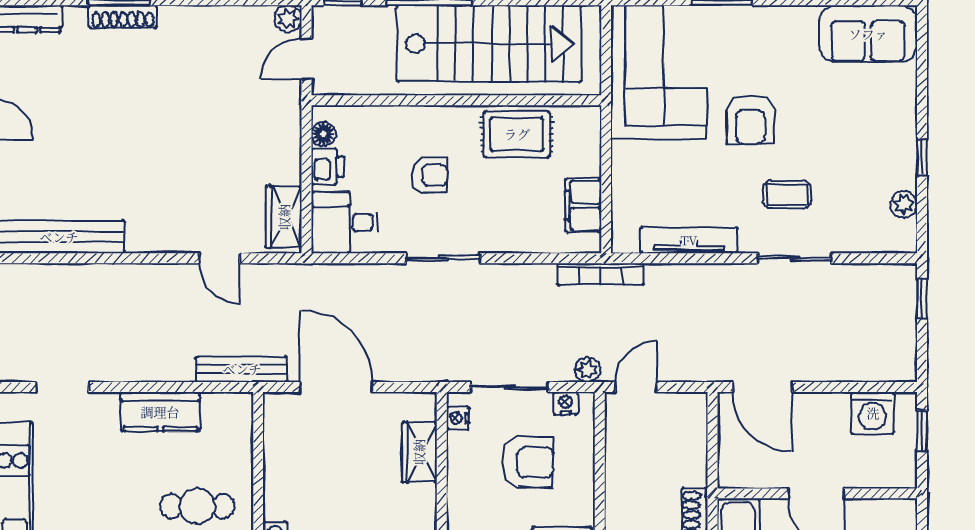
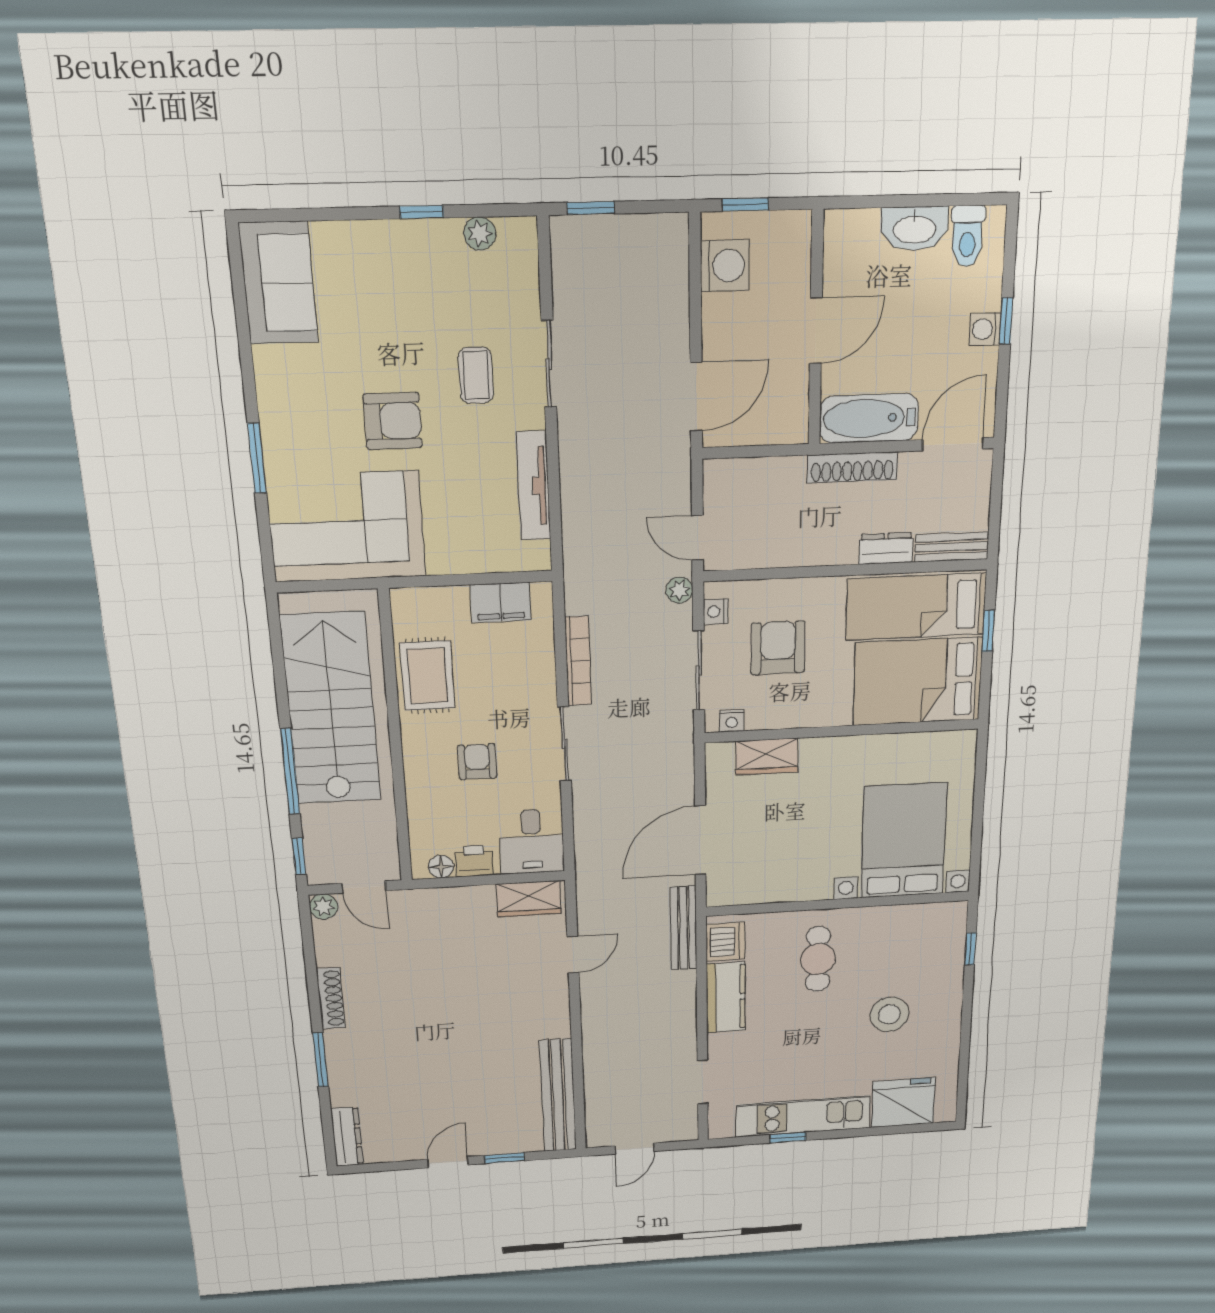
shoe rack: (123, 17) -> (331, 998), moved
bookcase: (600, 274) -> (578, 661), moved
dishwasher: (223, 411) -> (725, 942), added

